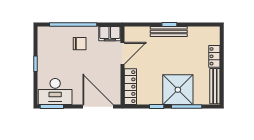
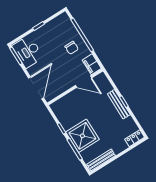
locker: (214, 56) -> (135, 138), moved
locker: (130, 87) -> (64, 102), removed

